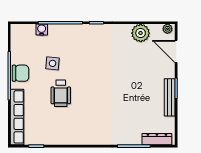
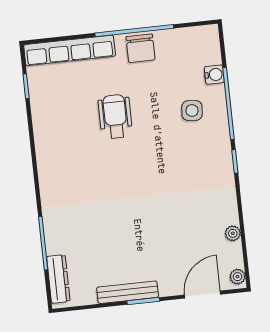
plant: (141, 33) -> (233, 233), width x0.53, depth x0.53
side table: (53, 63) -> (192, 111), moved
wheelchair: (61, 93) -> (115, 116), turned 90

